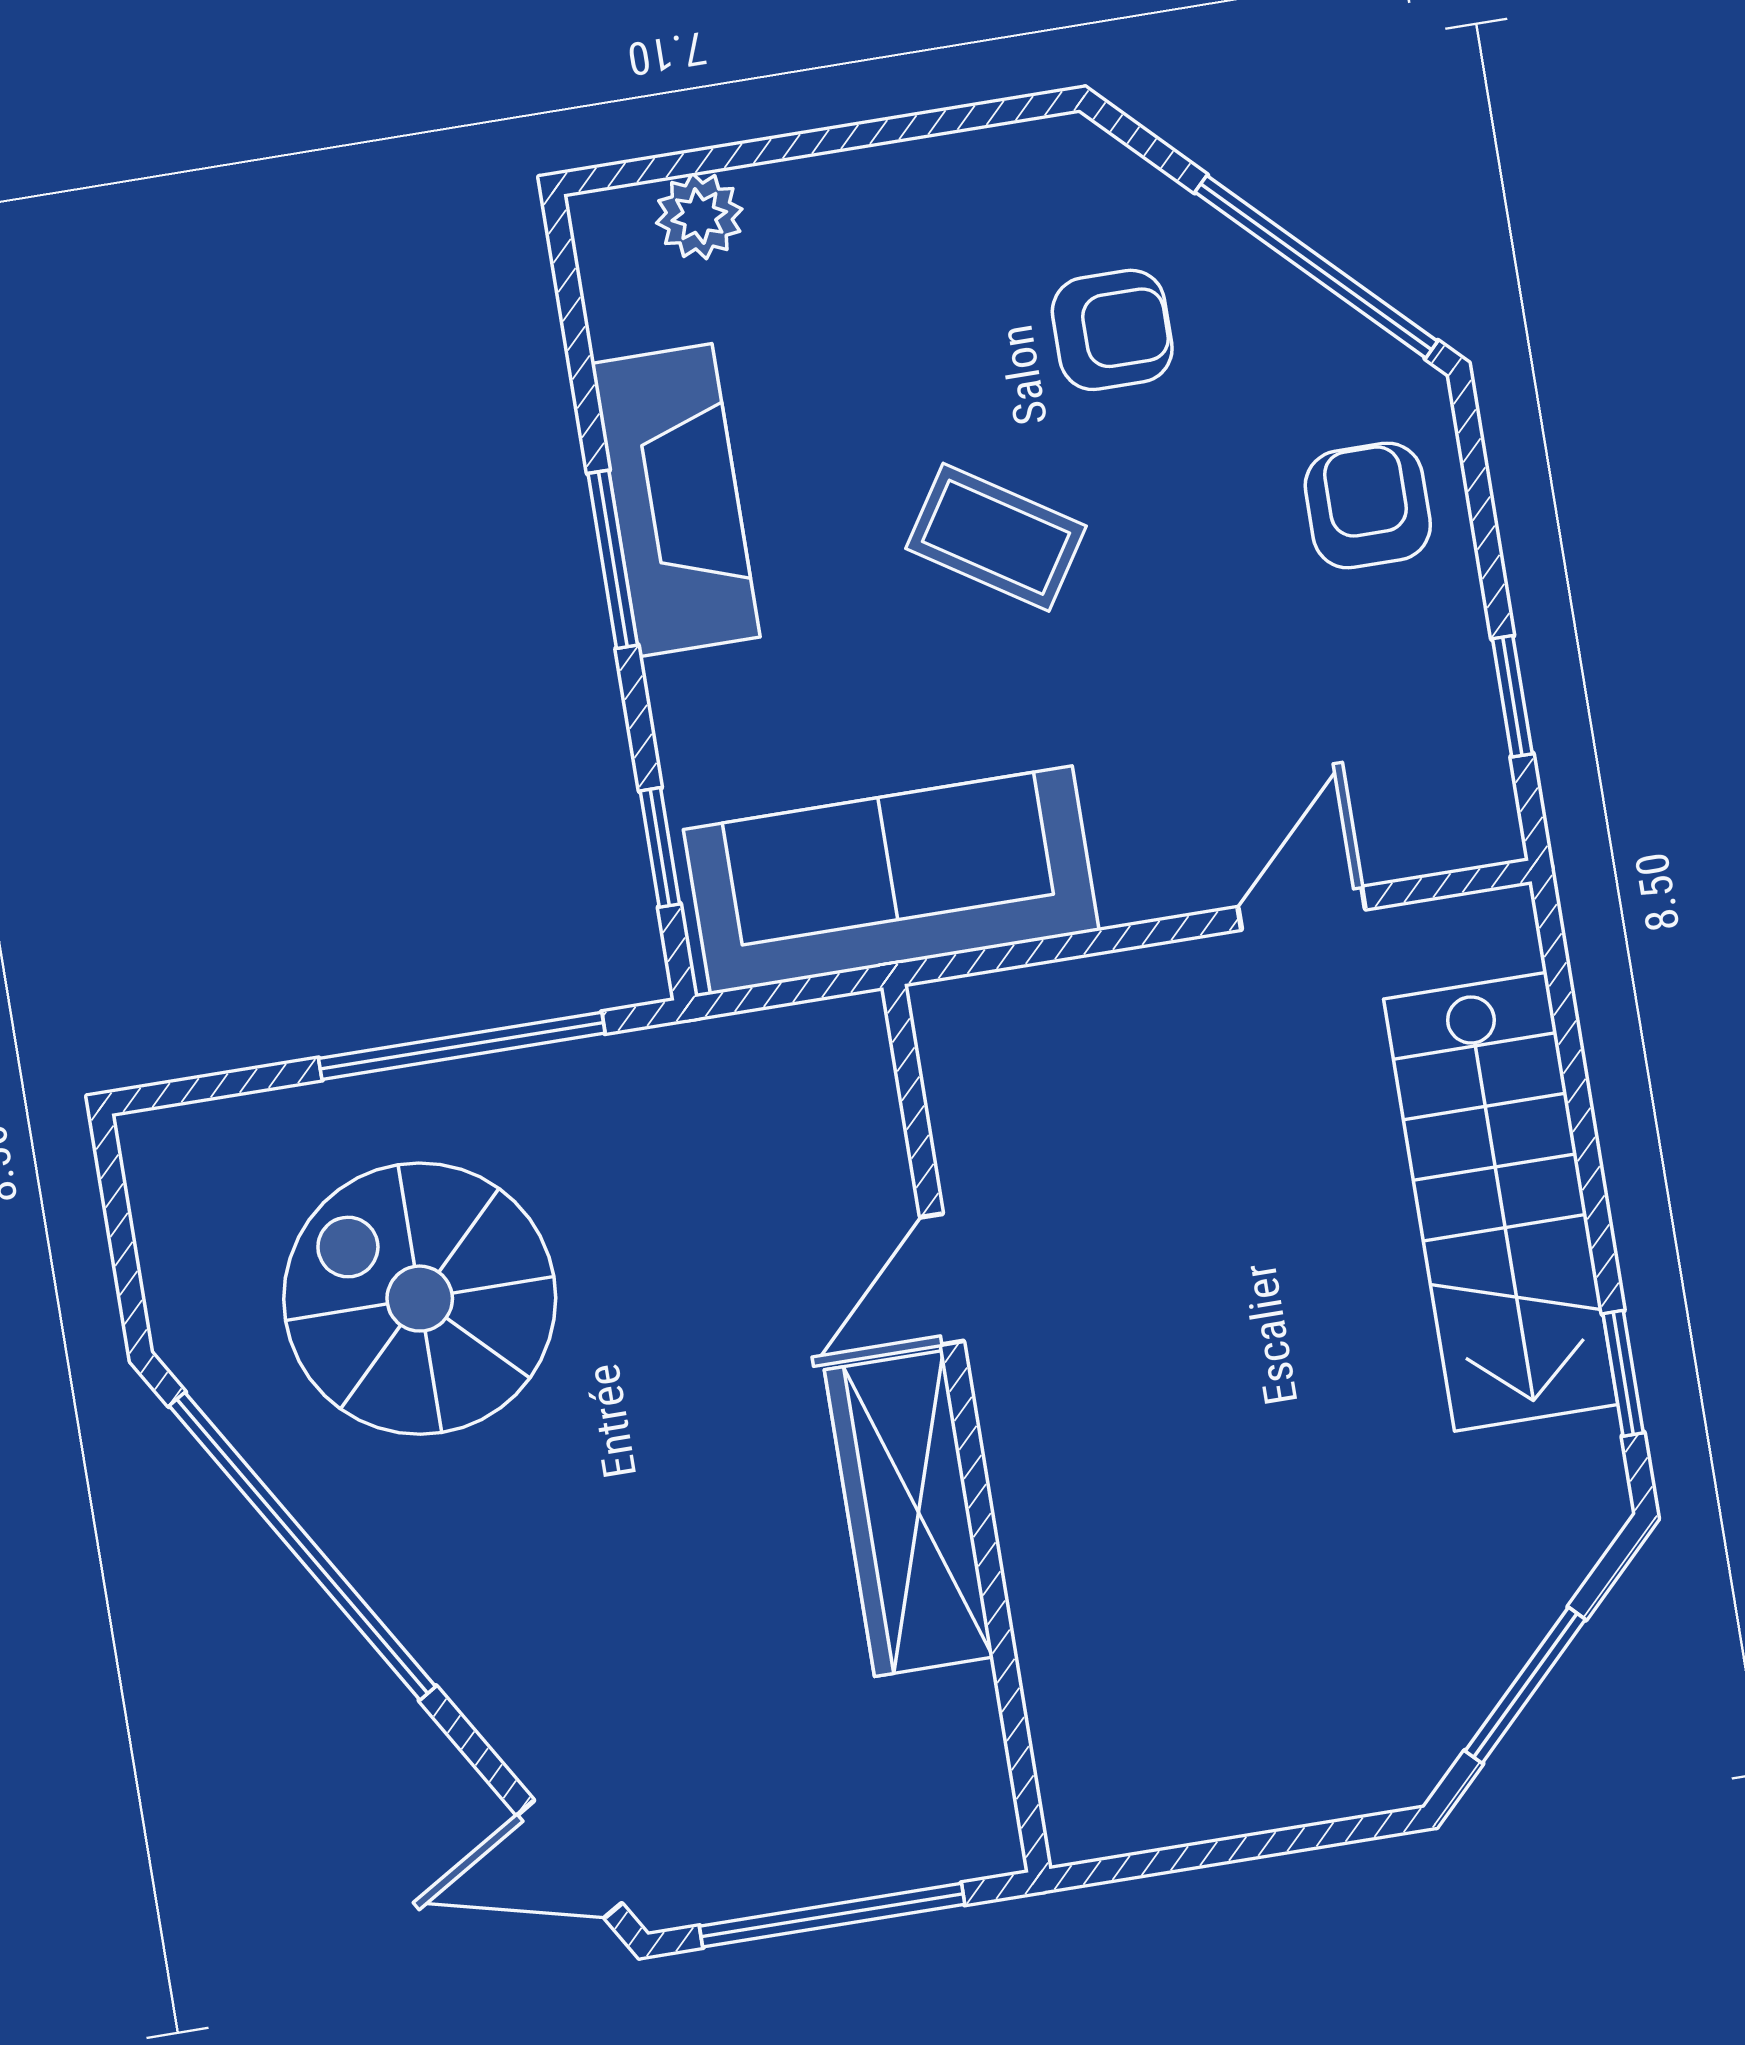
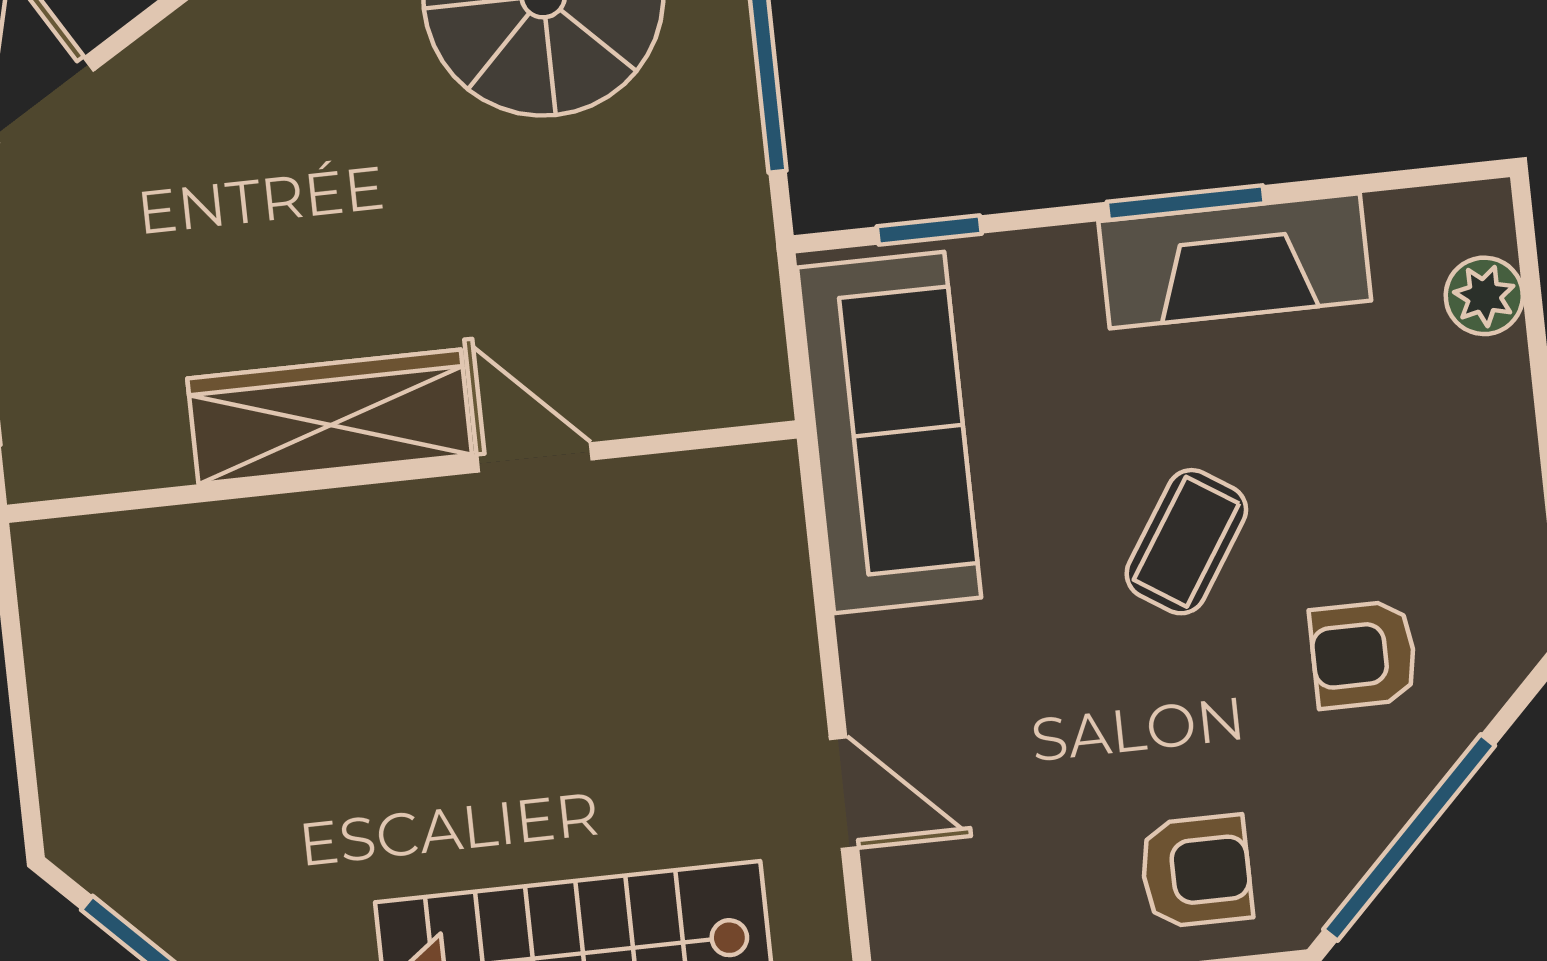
armchair: (1112, 330) -> (1363, 654), turned 90

